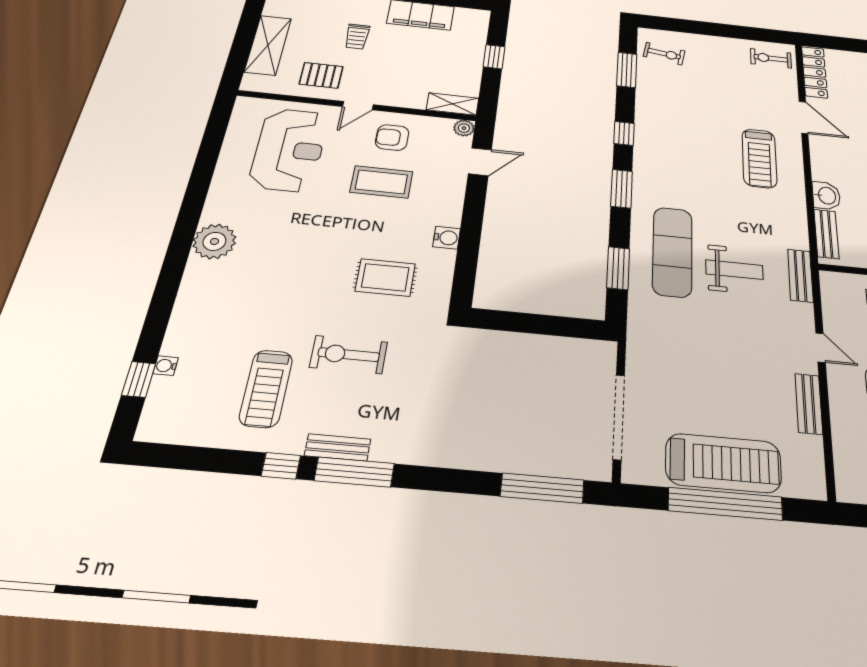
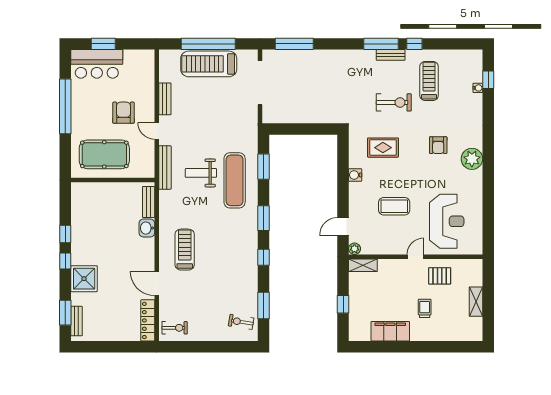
shelving: (268, 45) -> (476, 302), width x0.67, depth x0.75
armchair: (392, 137) -> (438, 145), moved, turned 90
reception desk: (289, 150) -> (447, 221), turned 180
bench: (800, 276) -> (165, 168), width x1.36

